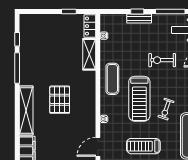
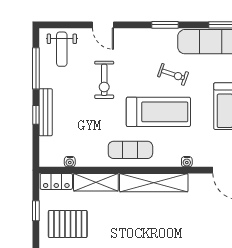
bench: (139, 18) -> (46, 112), width x1.36
shelving: (89, 95) -> (154, 183), added
pallet: (60, 100) -> (68, 224), moved

